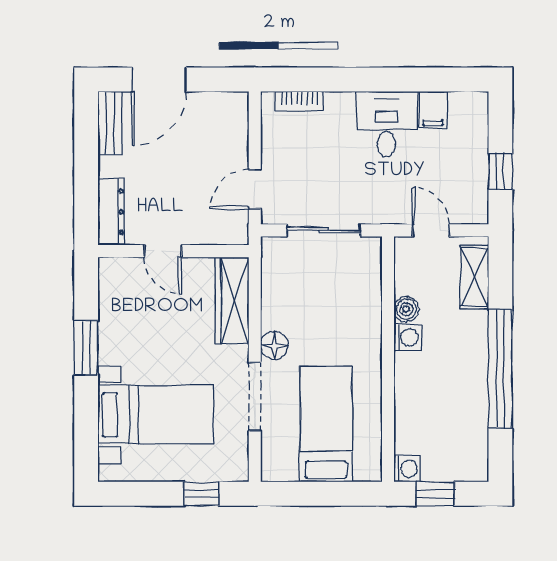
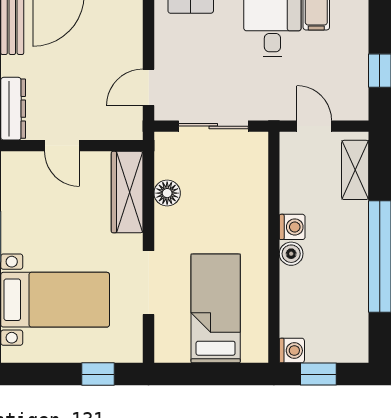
boiler: (406, 309) -> (291, 254), moved
floor lamp: (275, 345) -> (167, 193), moved

